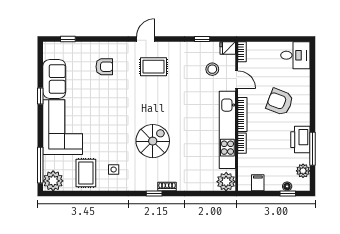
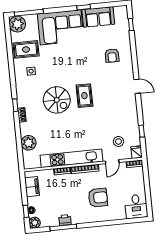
rug: (153, 67) -> (84, 96), moved
armchair: (280, 102) -> (98, 198), turned 69
printer: (300, 140) -> (65, 220), width x0.53, depth x0.68
plant: (303, 171) -> (35, 223), moved
plant: (226, 182) -> (29, 143), moved
filing cabinet: (258, 183) -> (32, 187), width x2.00

